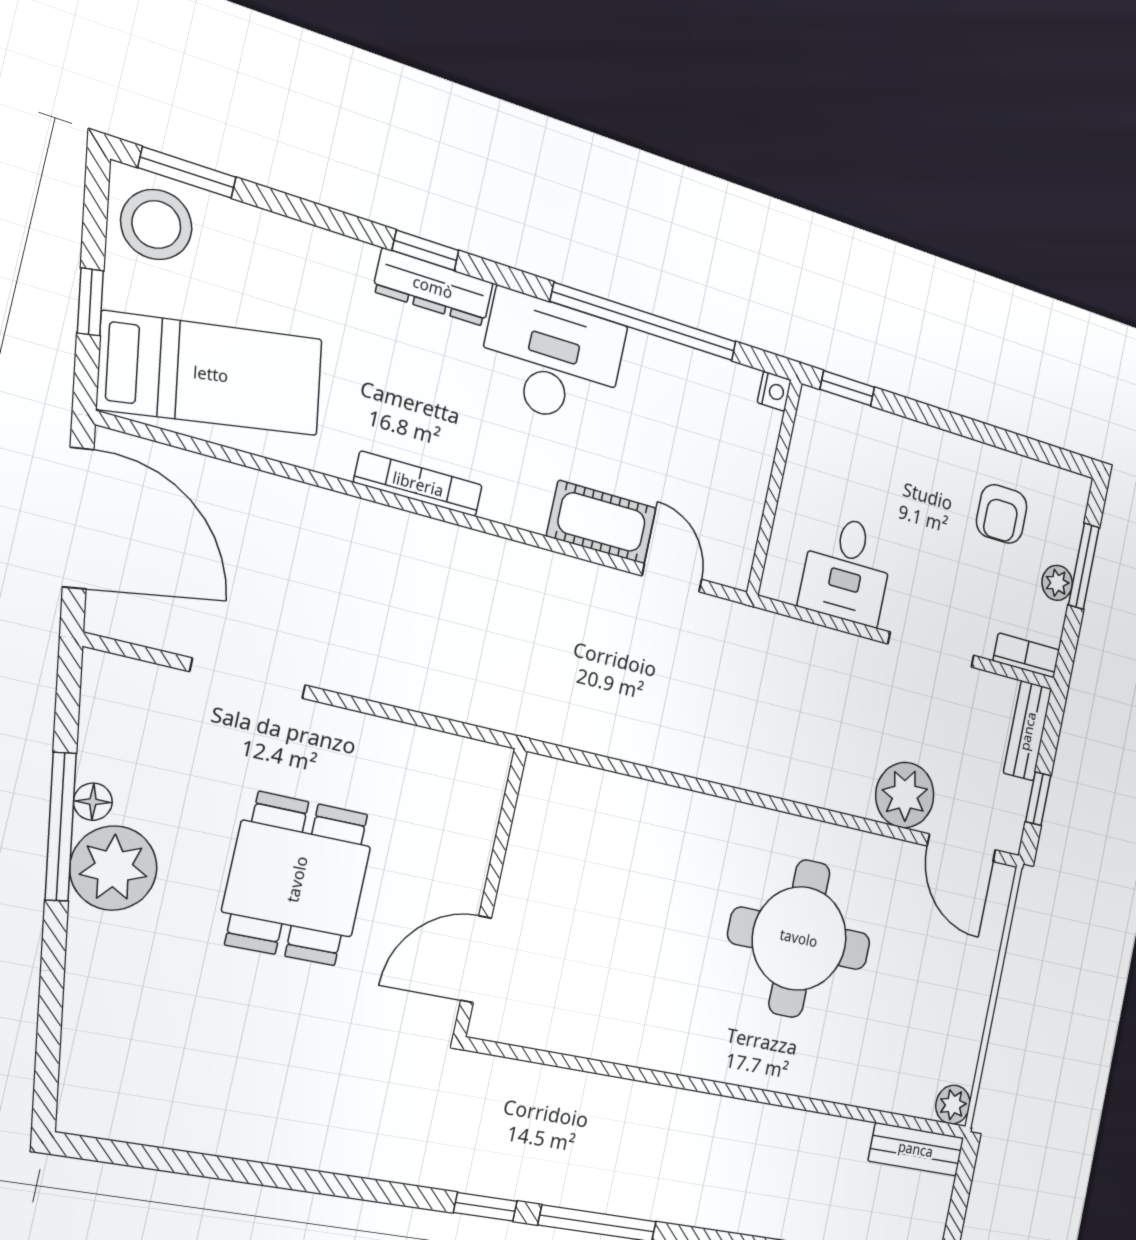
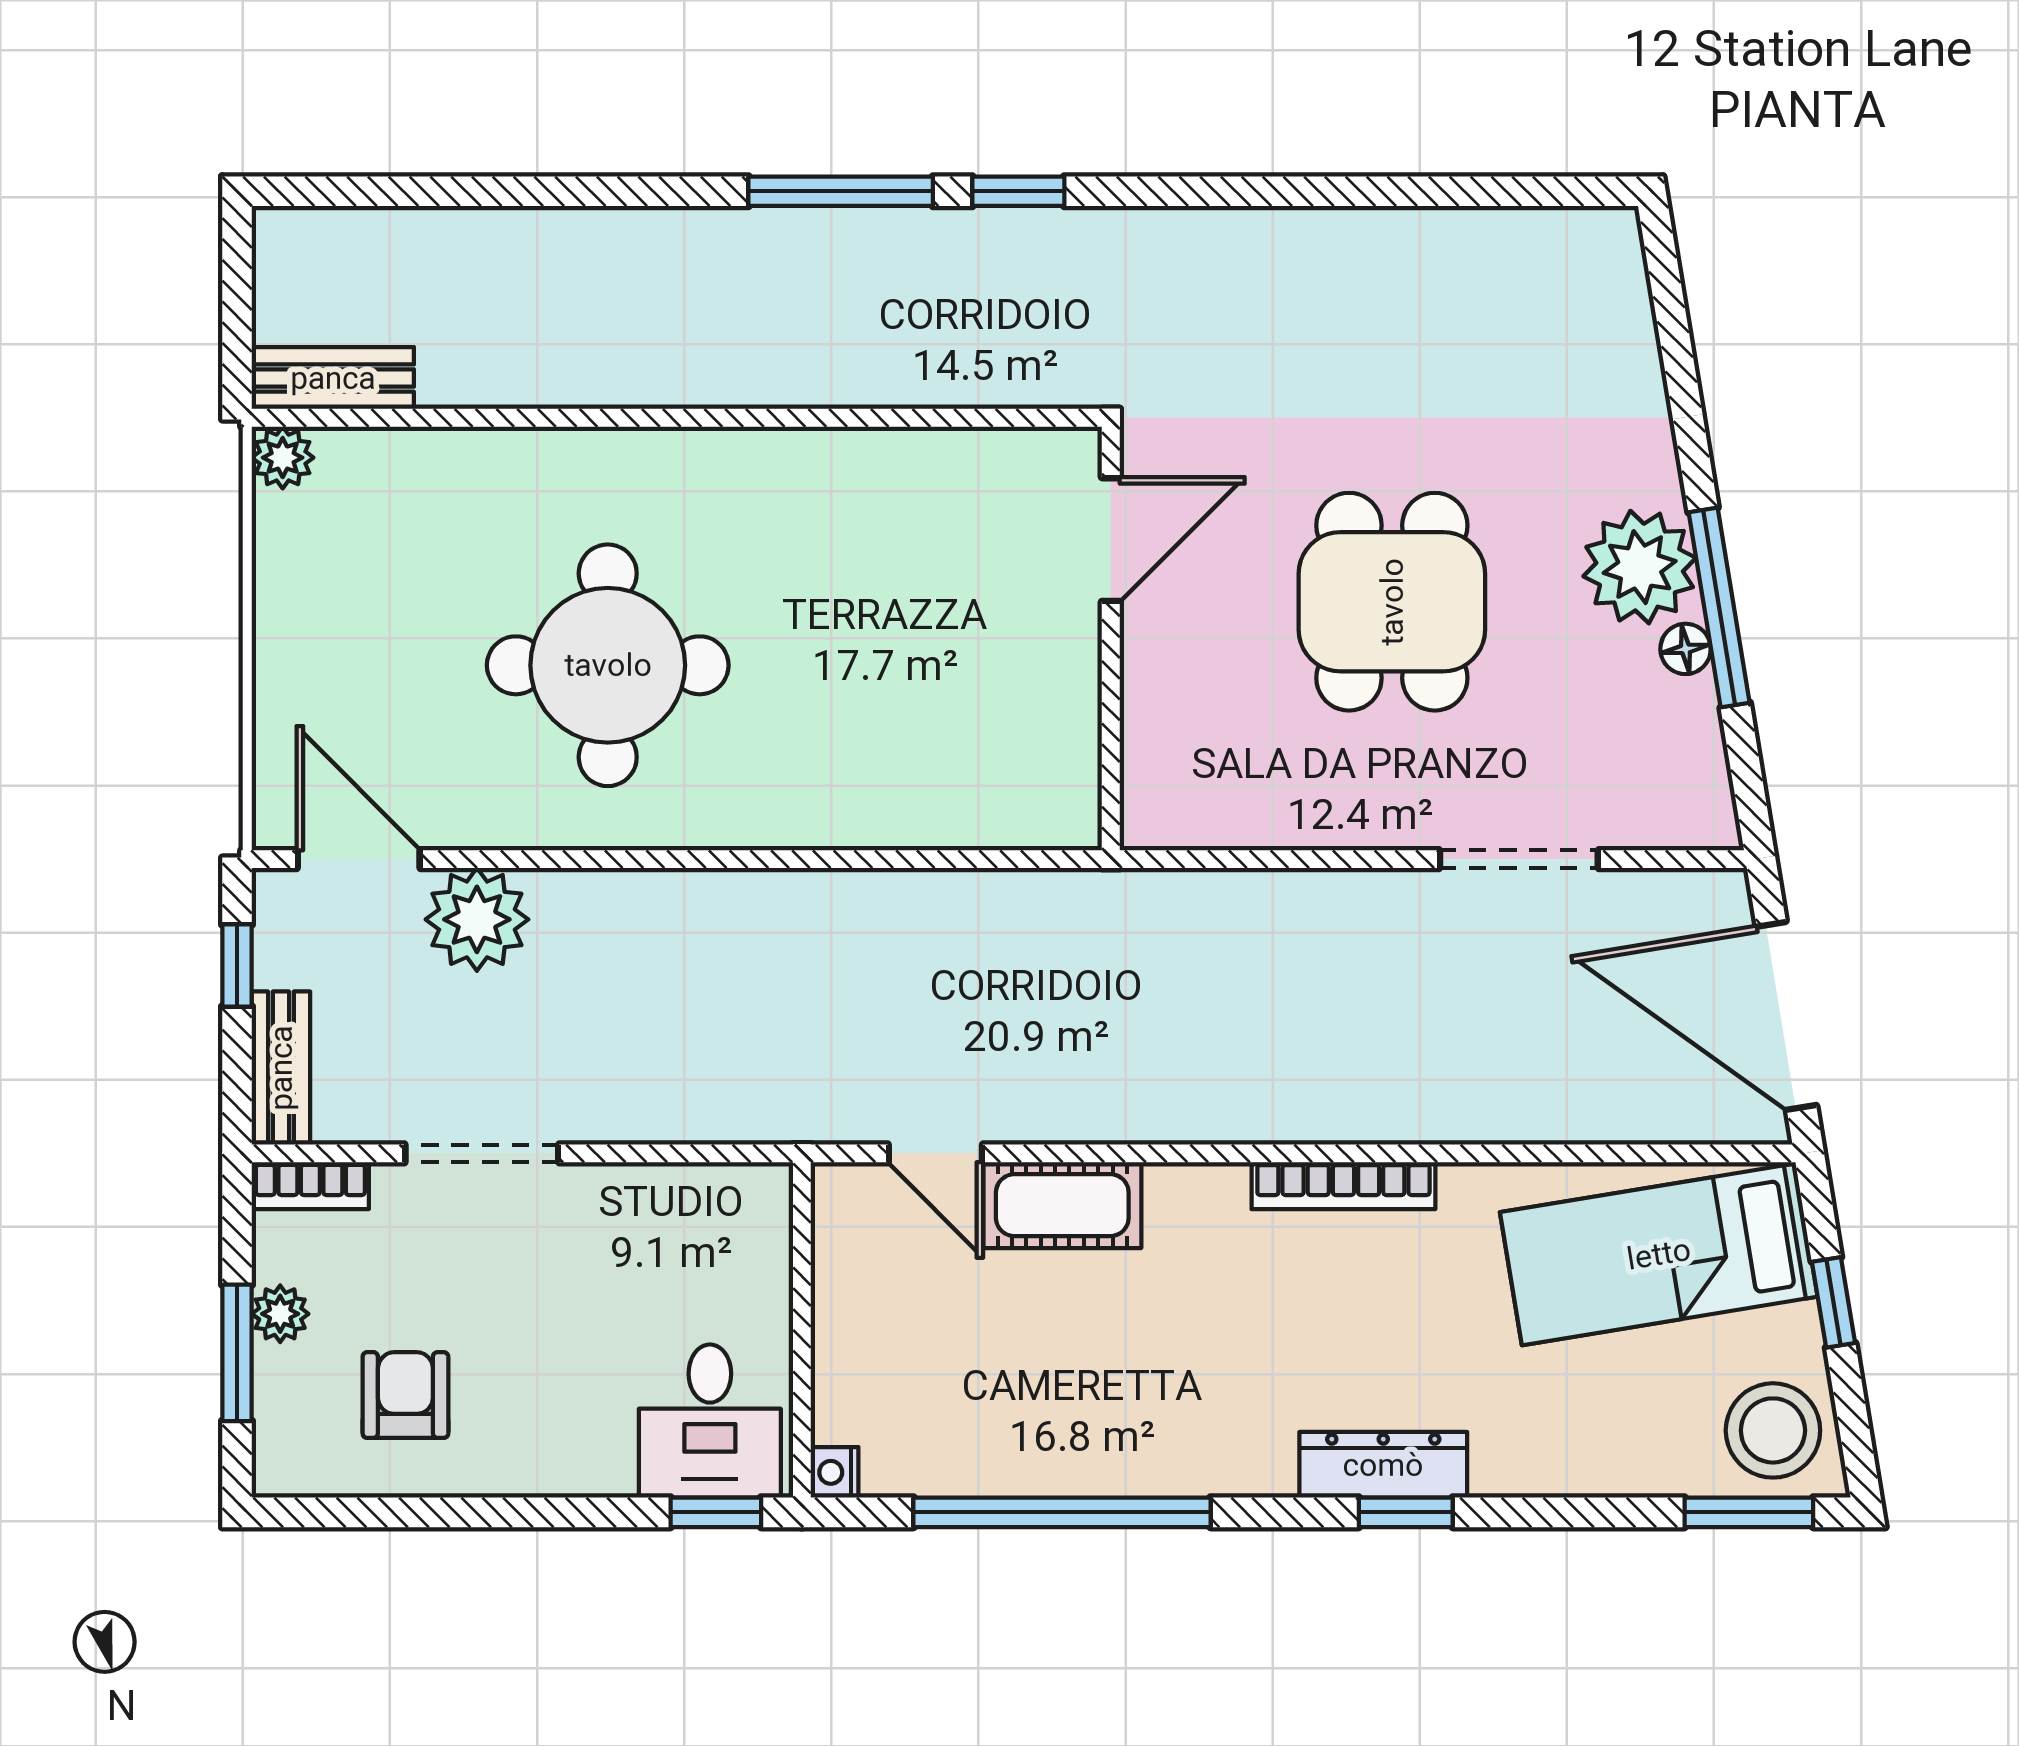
desk: (552, 359) -> (1190, 1416), removed
desk: (847, 570) -> (710, 1421), moved, turned 180

